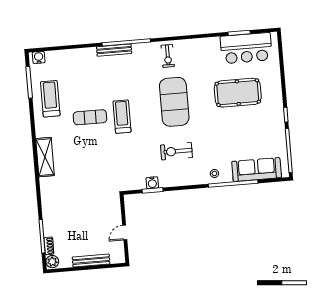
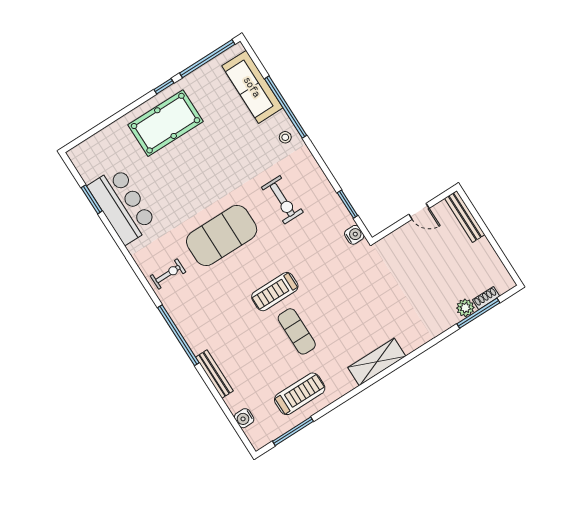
bar counter: (246, 48) -> (122, 205), moved
bench: (114, 50) -> (214, 374), moved
water cooler: (39, 57) -> (244, 418), moved
pool table: (238, 93) -> (166, 123), moved, turned 90
treadmill: (50, 99) -> (300, 394), turned 180
water cooler: (152, 183) -> (354, 235), moved
bench: (91, 261) -> (465, 216), moved
plant: (52, 262) -> (465, 308), moved

